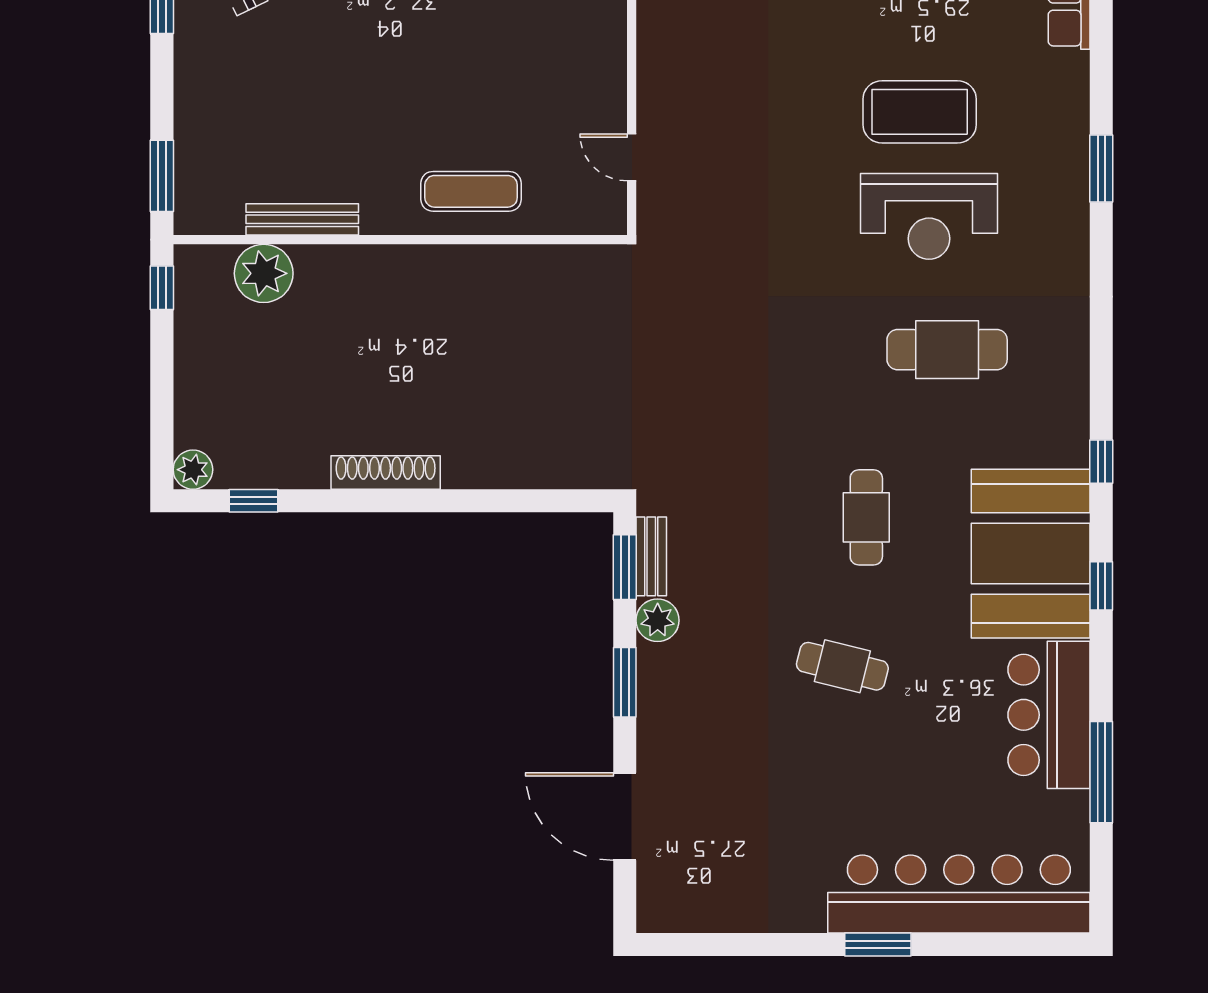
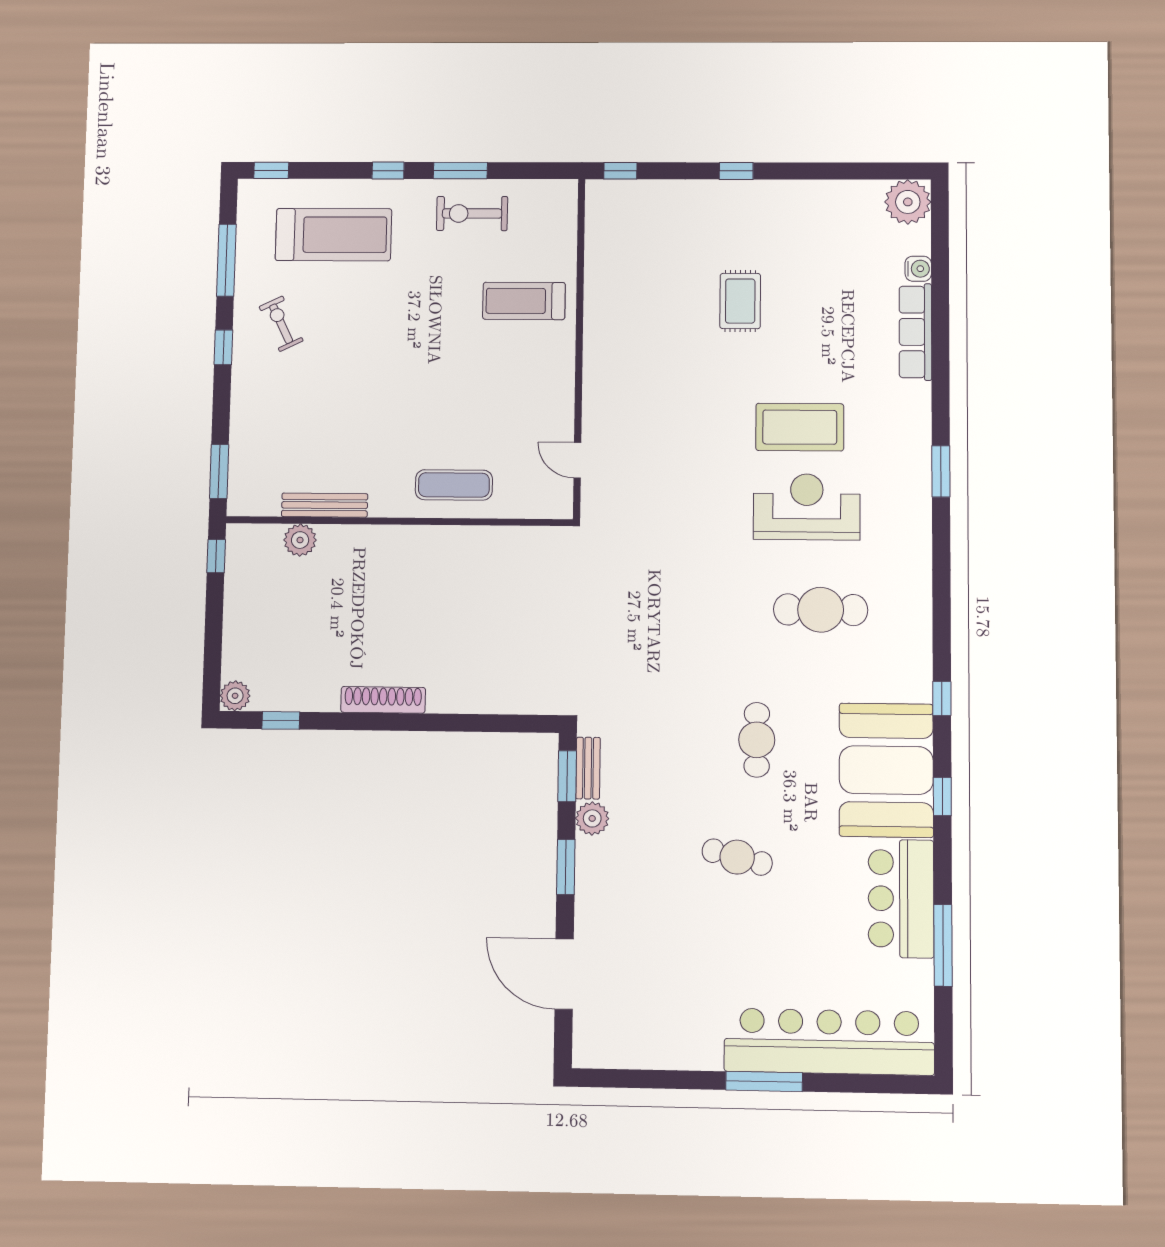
reception desk: (929, 216) -> (807, 507), turned 180
plant: (264, 273) -> (300, 540), width x0.73, depth x0.73
window: (878, 945) -> (764, 1081), width x1.44

